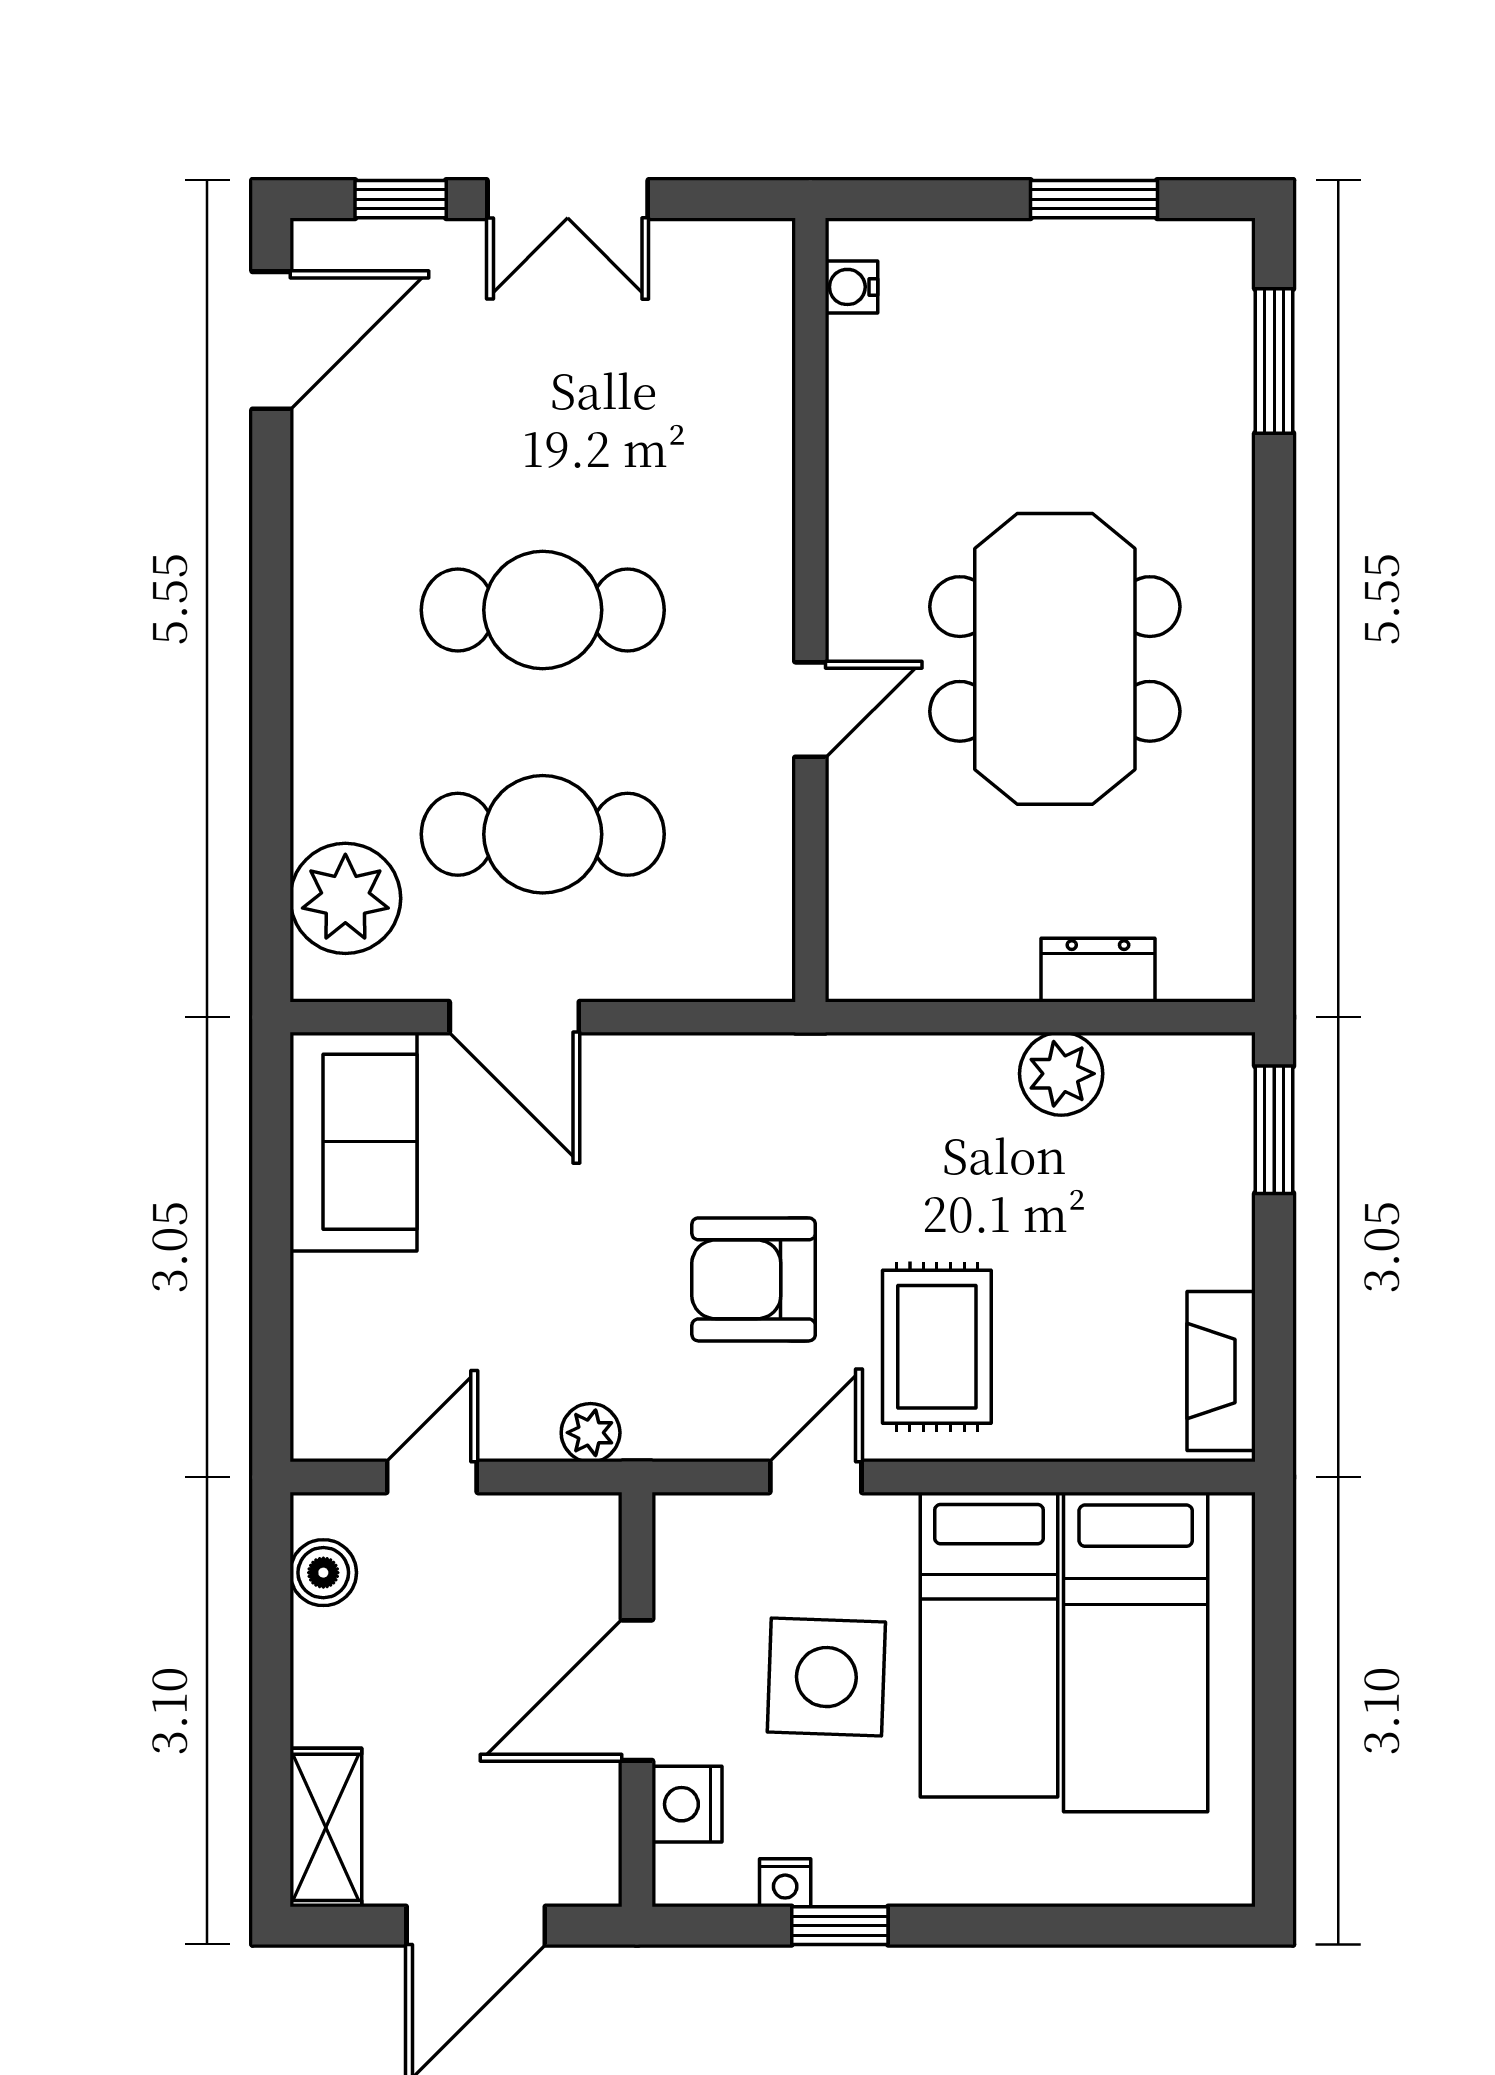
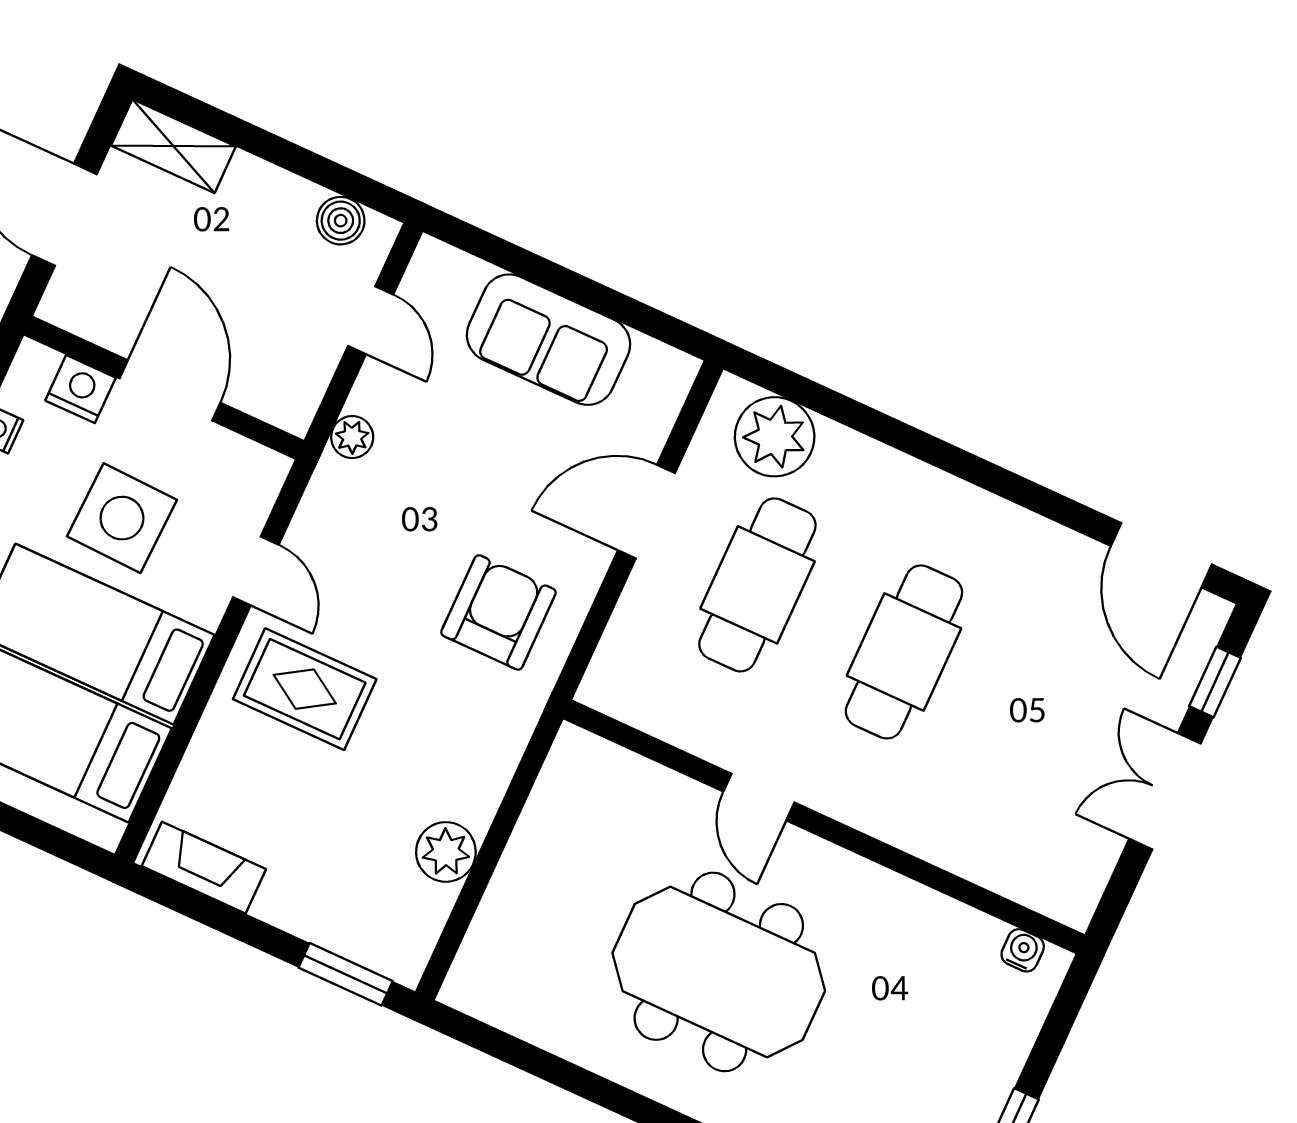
dresser: (1098, 970) -> (503, 907), removed
sofa: (353, 1142) -> (548, 340), moved
armchair: (754, 1279) -> (498, 612), moved

